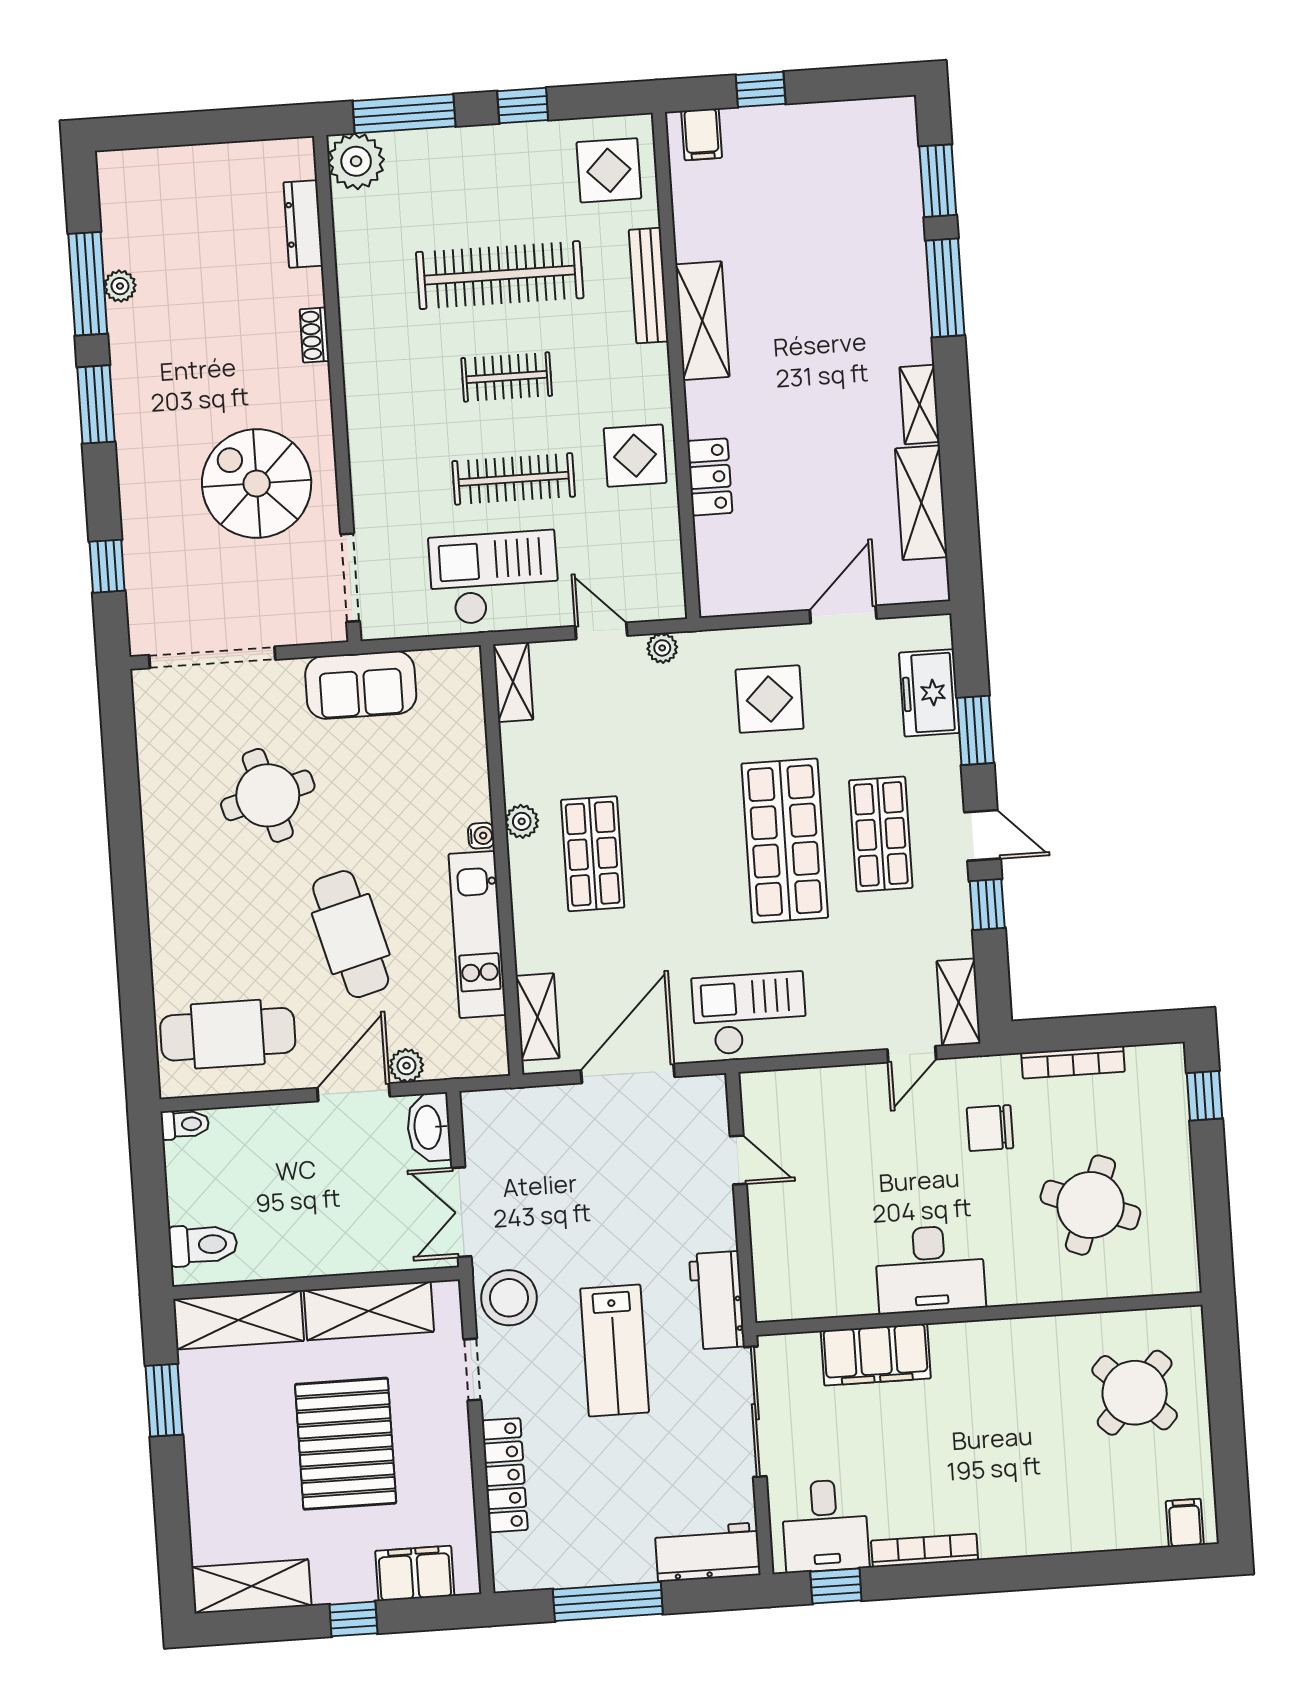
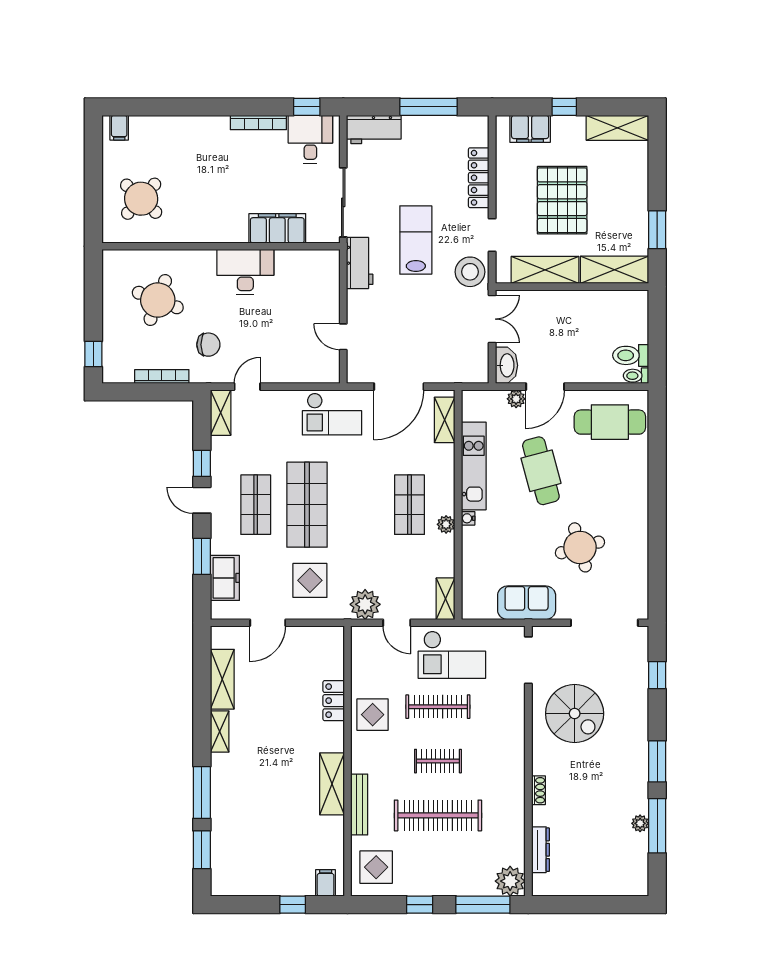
plant: (662, 648) -> (365, 604), width x1.88, depth x1.88
toilet: (203, 1245) -> (631, 355), moved

